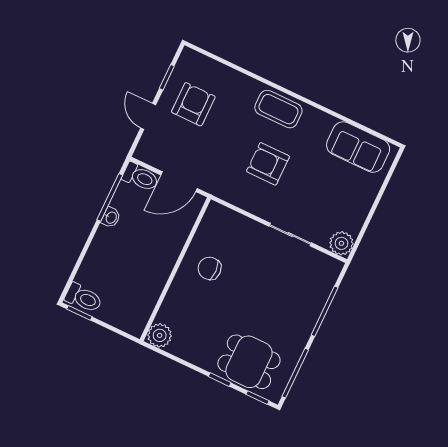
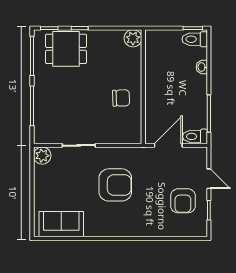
coffee table: (278, 109) -> (125, 224), removed
armchair: (268, 164) -> (115, 185), width x1.36, depth x1.36
washbasin: (111, 217) -> (202, 67), moved

